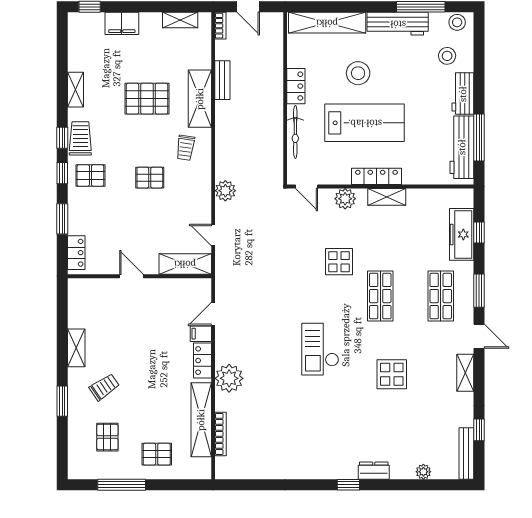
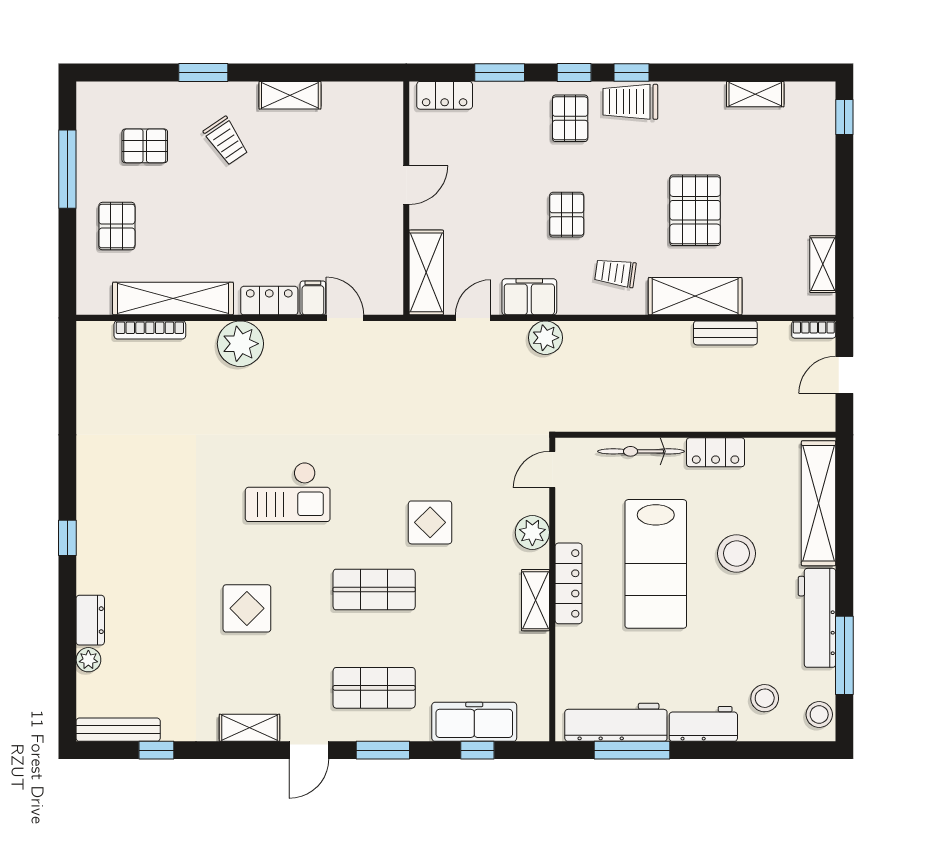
filing cabinet: (122, 23) -> (529, 297), moved, turned 90
shelving: (76, 90) -> (755, 94), moved
trolley: (80, 138) -> (630, 102), turned 180
checkout: (320, 349) -> (288, 492), turned 180
dresser: (374, 471) -> (90, 620), moved

